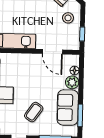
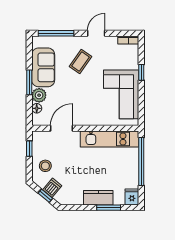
door: (52, 52) -> (61, 128), hinge flipped
window: (80, 115) -> (29, 82), moved

